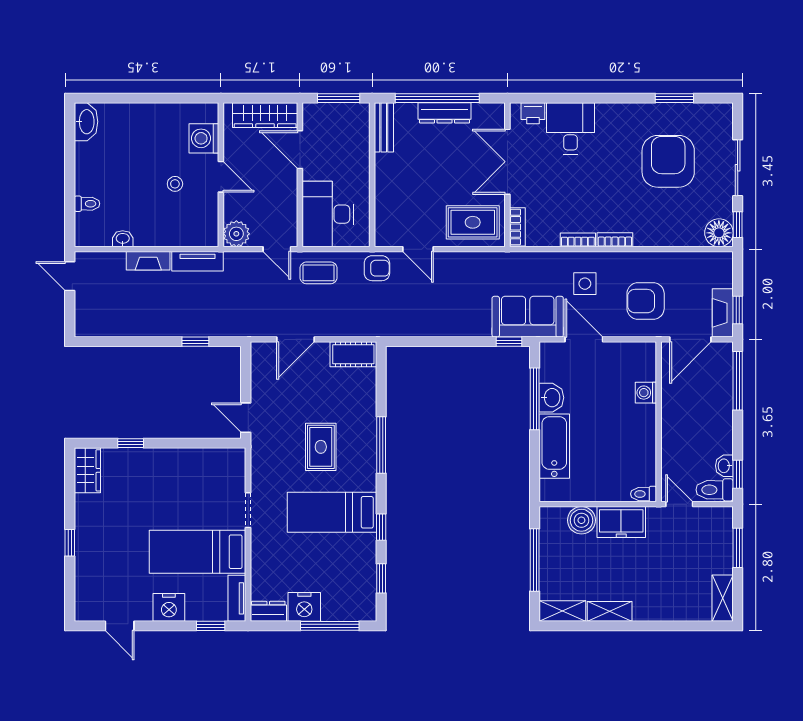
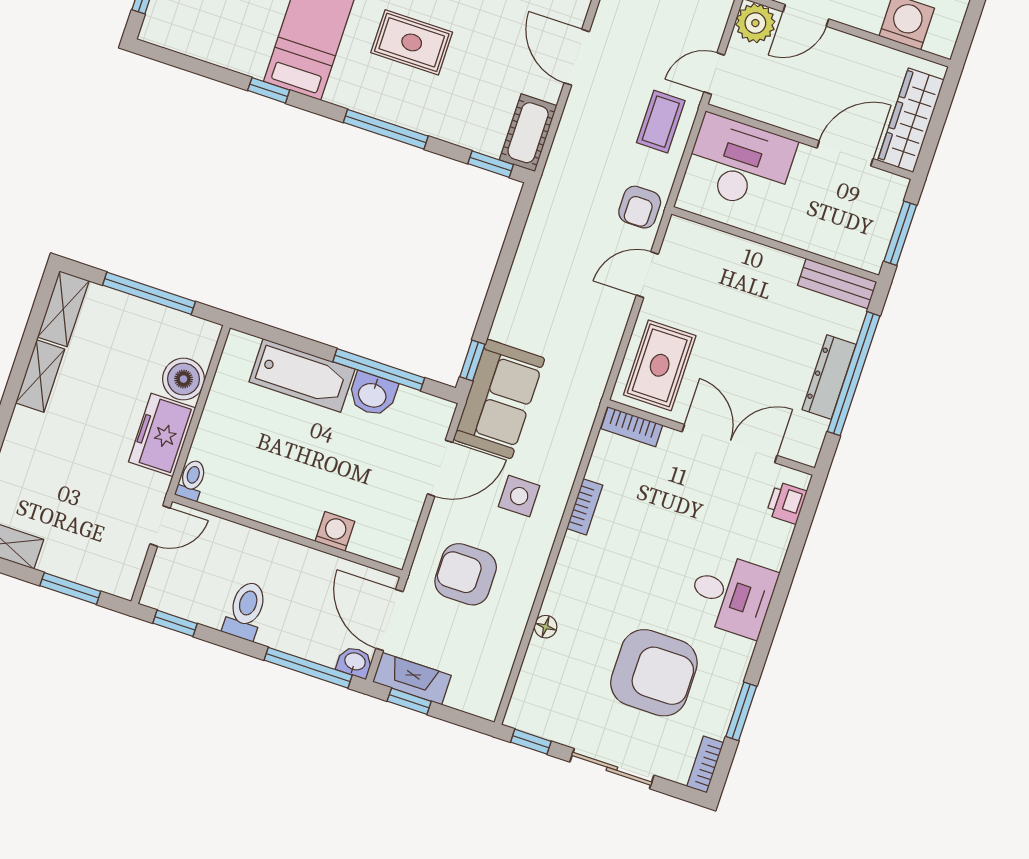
desk: (570, 128) -> (732, 595), moved
door: (221, 177) -> (806, 15), moved
floor lamp: (719, 233) -> (546, 627), moved, width x0.53, depth x0.53
bookcase: (615, 240) -> (705, 764), moved, turned 180
armchair: (646, 301) -> (466, 574), turned -90
washbasin: (724, 466) -> (355, 662), moved
toilet: (715, 490) -> (246, 610), moved
window: (381, 578) -> (491, 164), moved

